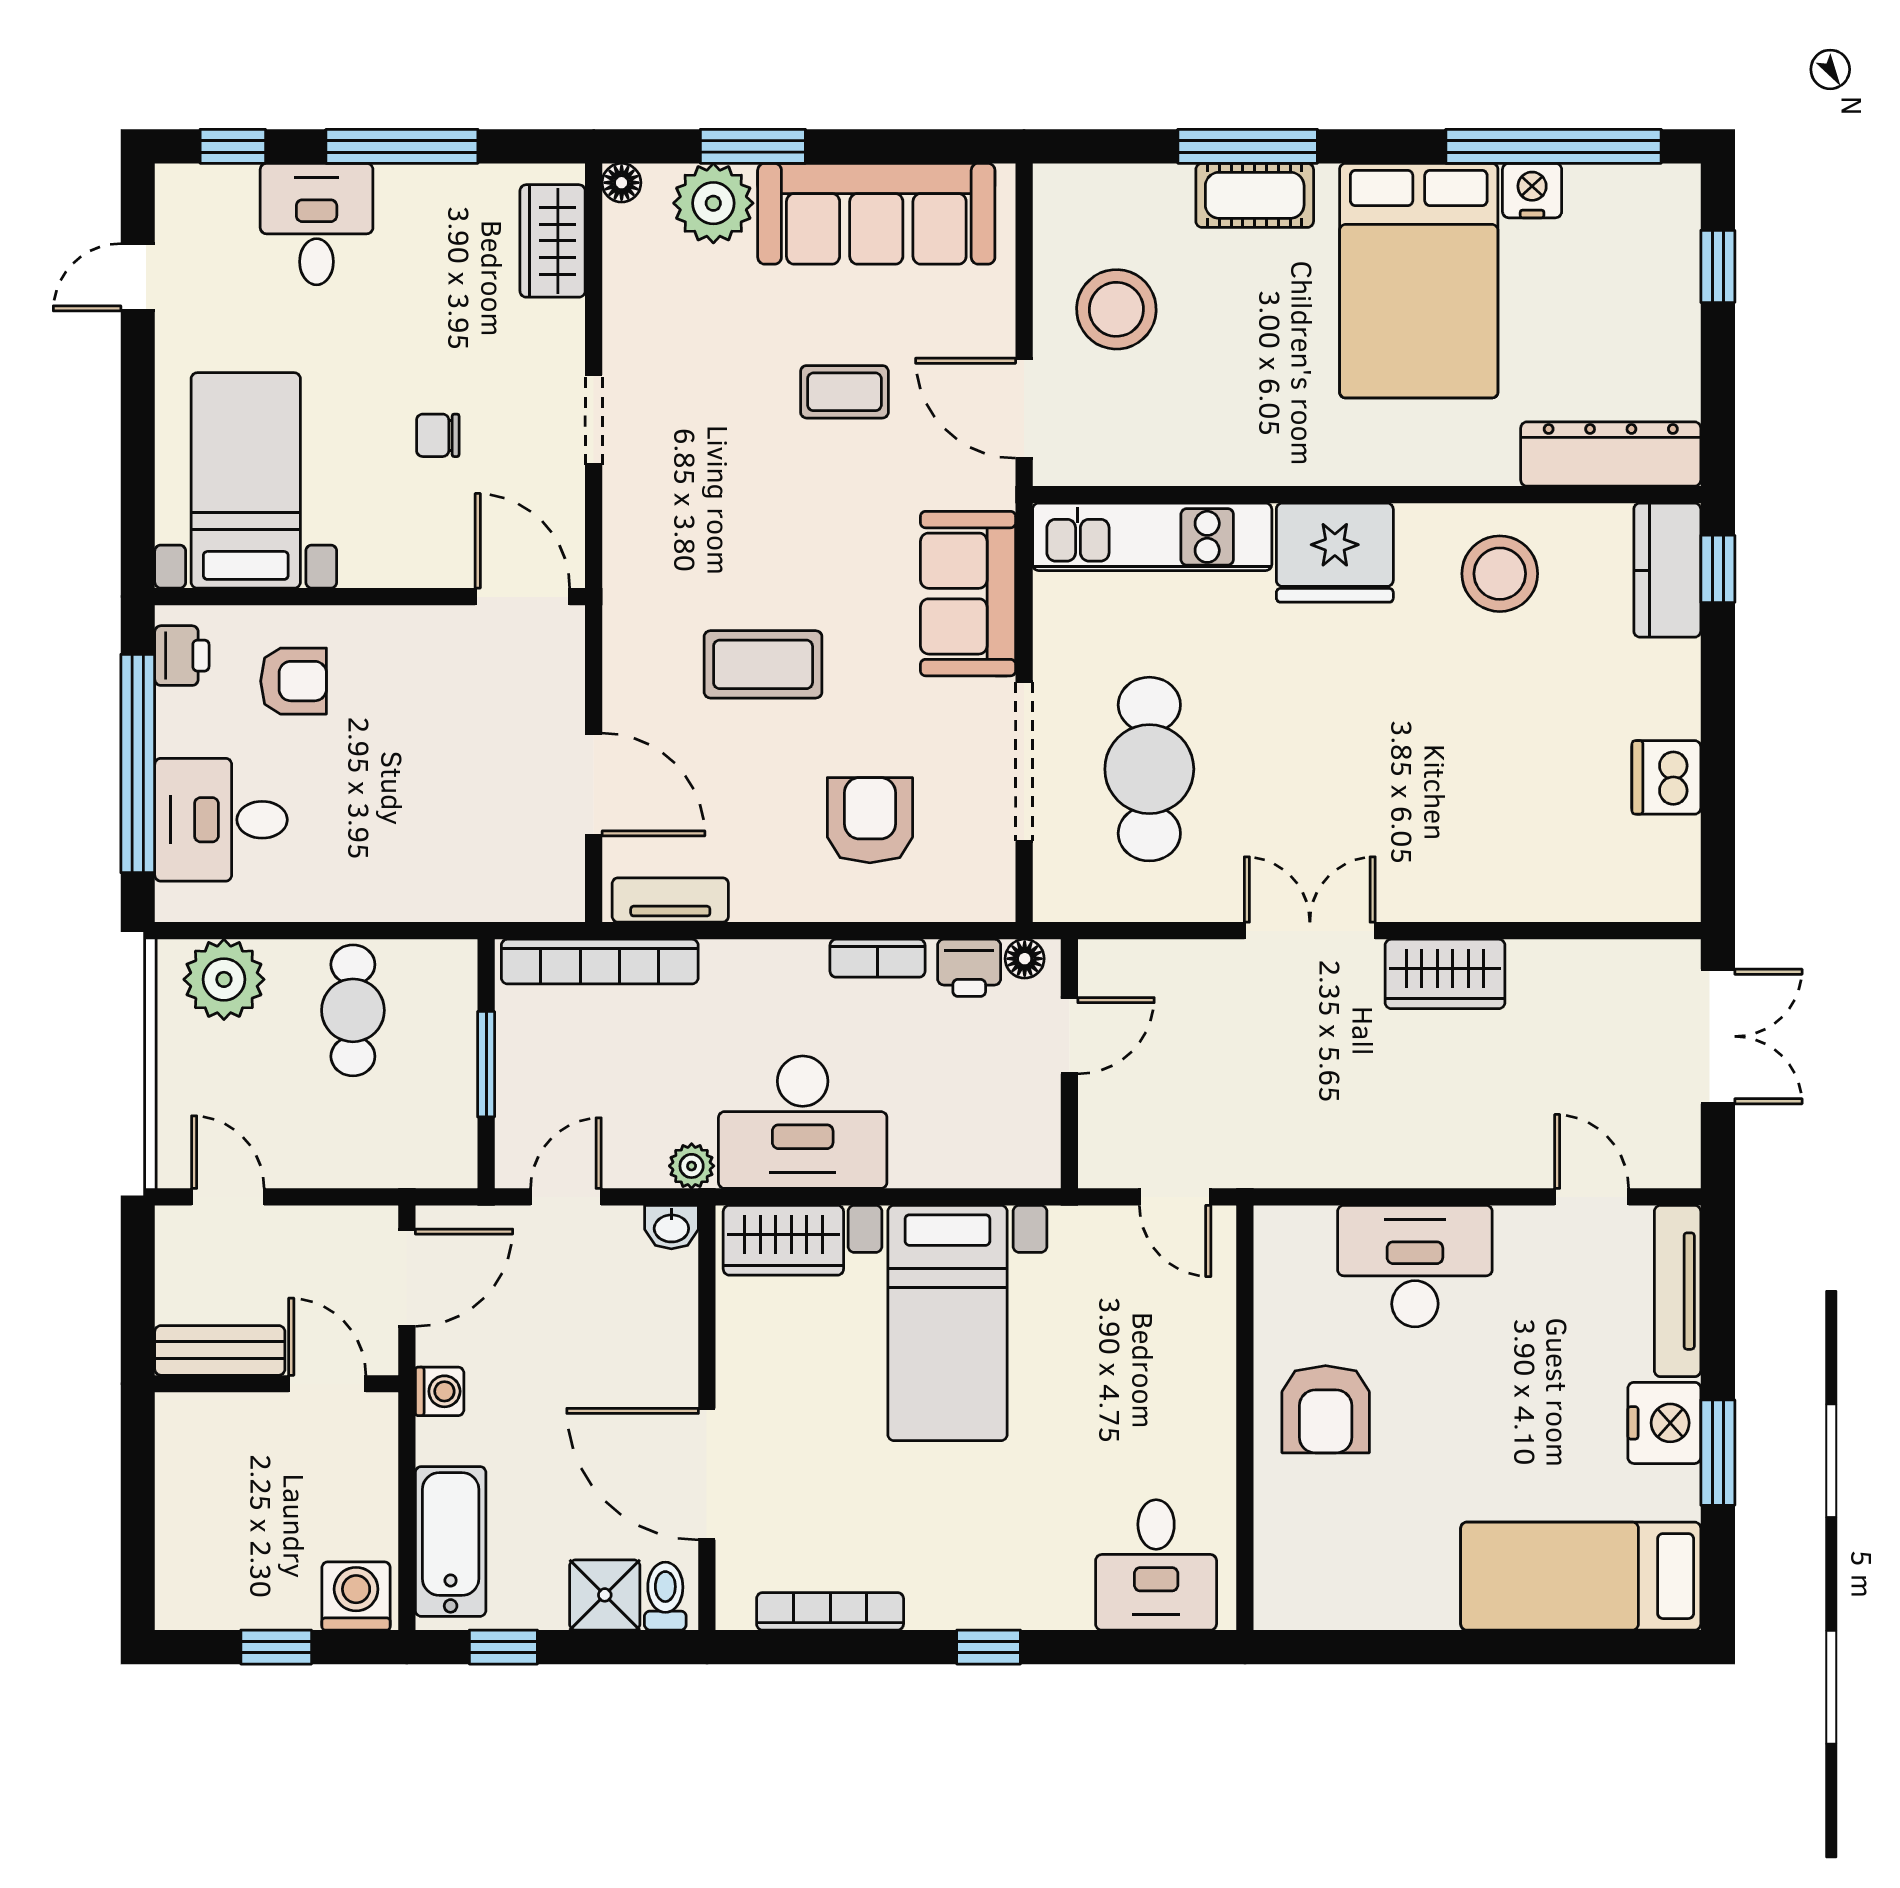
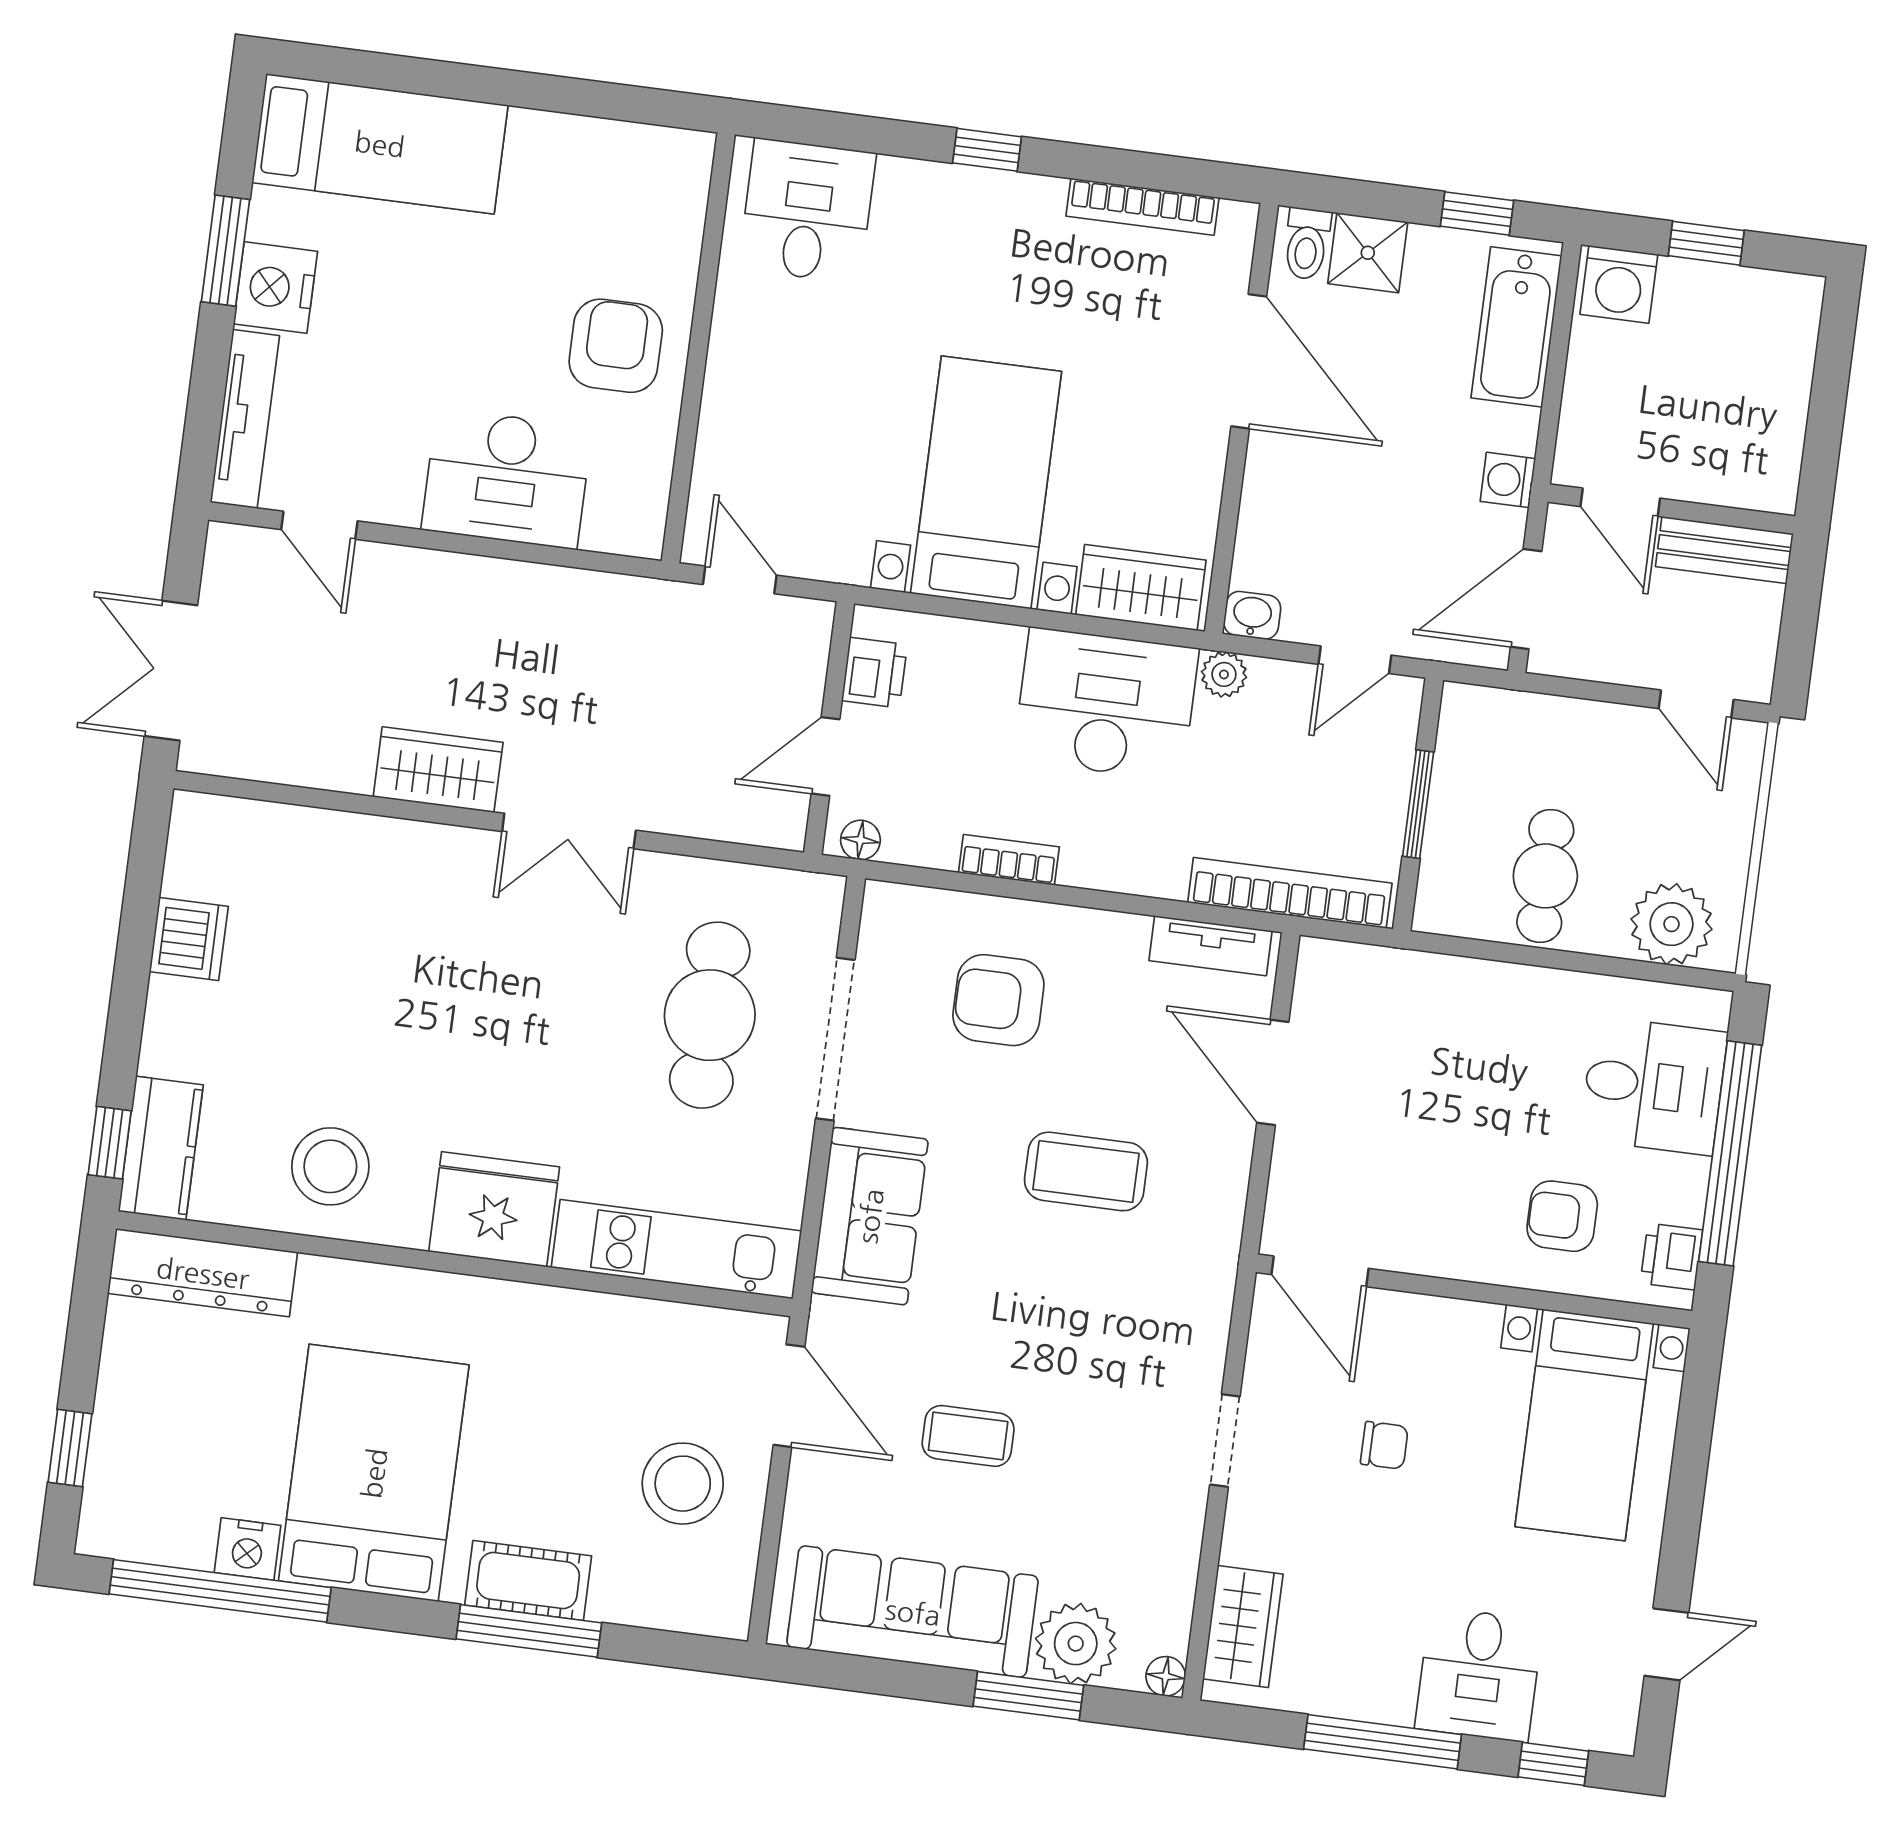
armchair: (870, 820) -> (998, 1000), turned 90
printer: (969, 968) -> (874, 673), moved, turned 90

